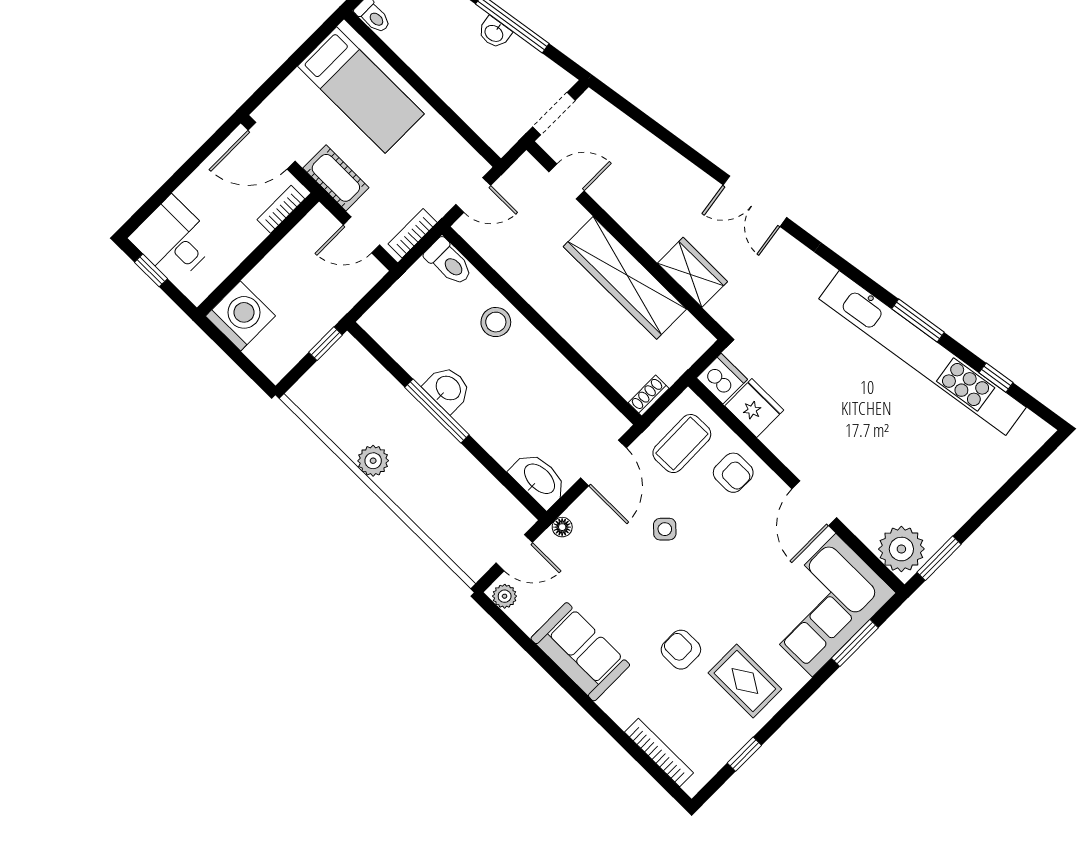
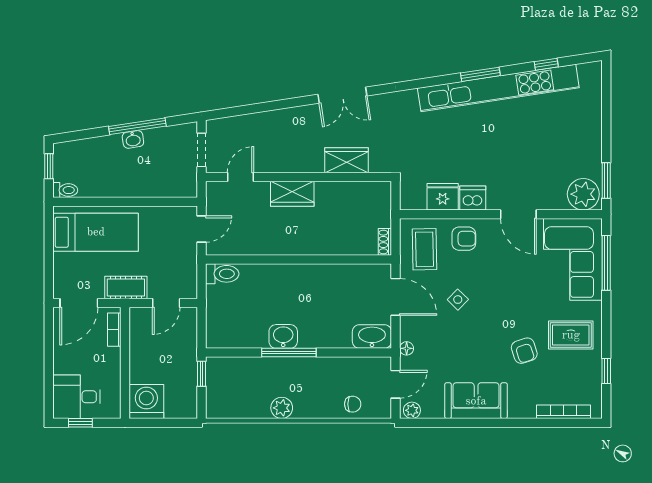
bookcase: (413, 233) -> (190, 277), removed
wardrobe: (625, 278) -> (292, 194), width x0.48, depth x0.85
stool: (496, 322) -> (274, 280), removed
dishwasher: (722, 379) -> (473, 198), moved
chair: (450, 529) -> (353, 404), added
window: (855, 643) -> (606, 263), width x1.44
armchair: (681, 650) -> (524, 351), turned -108

